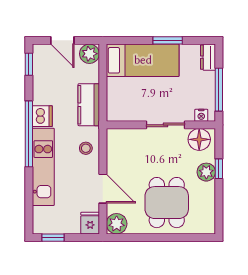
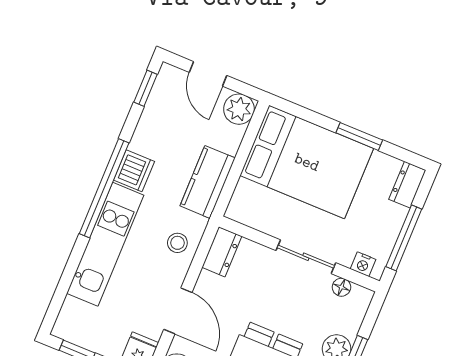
bed: (143, 60) -> (307, 162), width x1.50
floor lamp: (199, 139) -> (341, 287), width x0.53, depth x0.53
dresser: (114, 143) -> (222, 252), added

